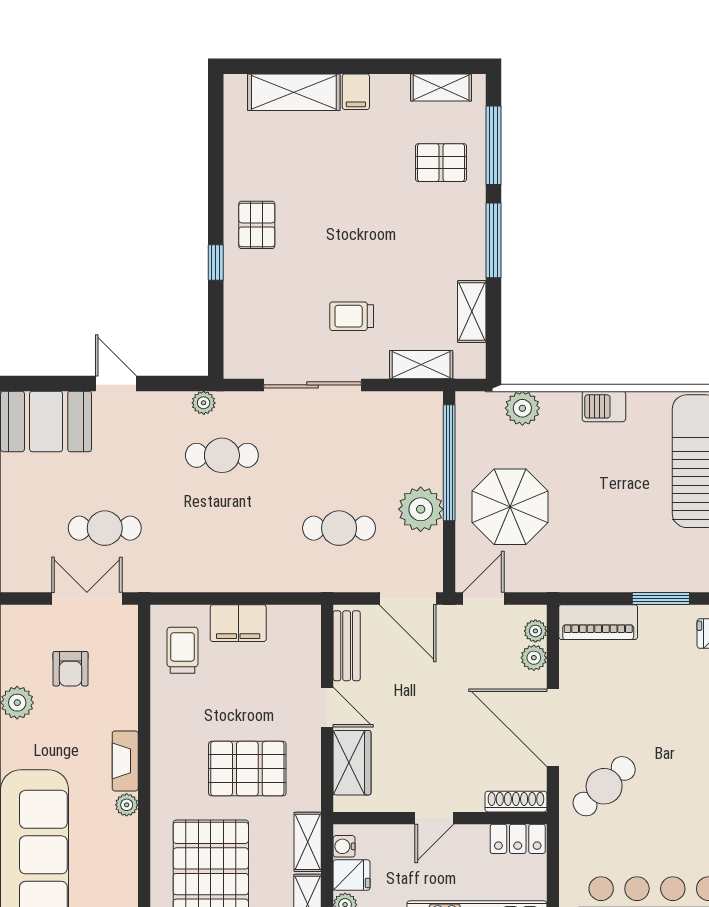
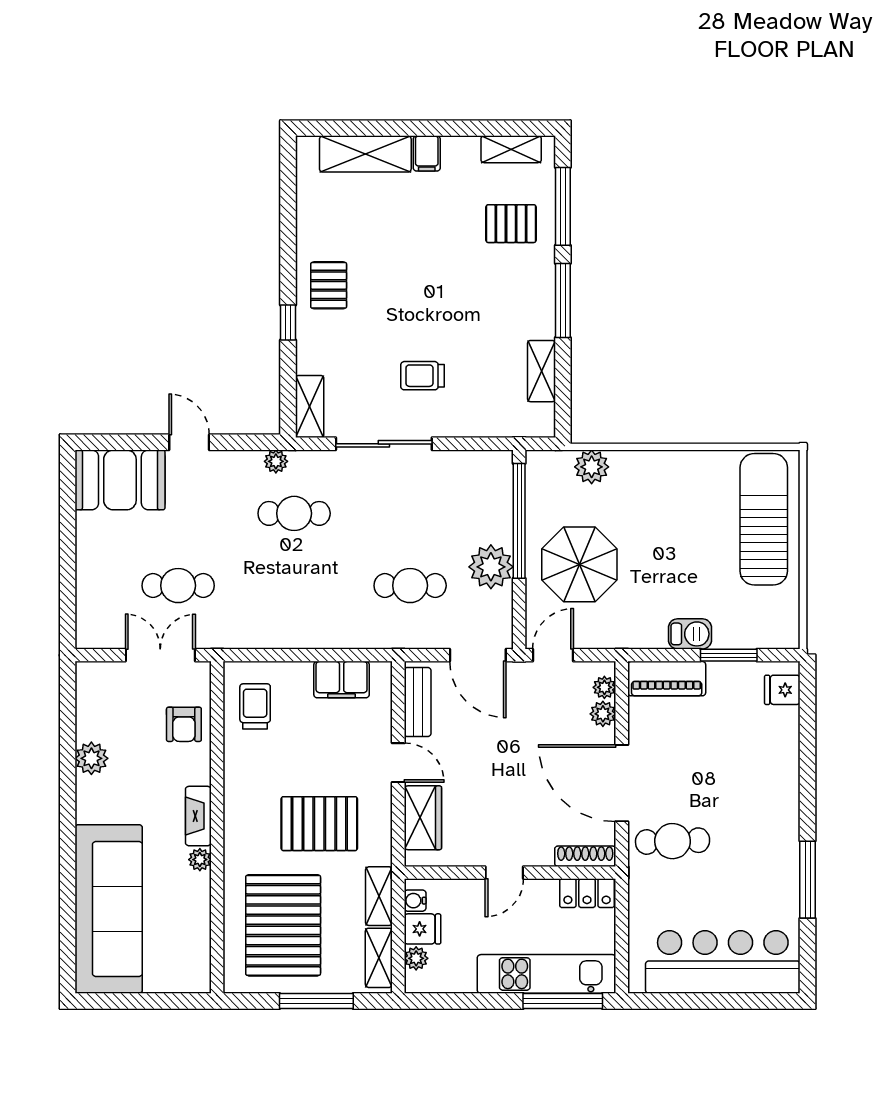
shelving: (421, 365) -> (310, 406), moved, turned 90
barbecue: (604, 406) -> (690, 634), moved, turned 180
filing cabinet: (238, 623) -> (342, 680), moved
armchair: (70, 669) -> (184, 724), moved
cafe table: (604, 786) -> (673, 841), turned 41

